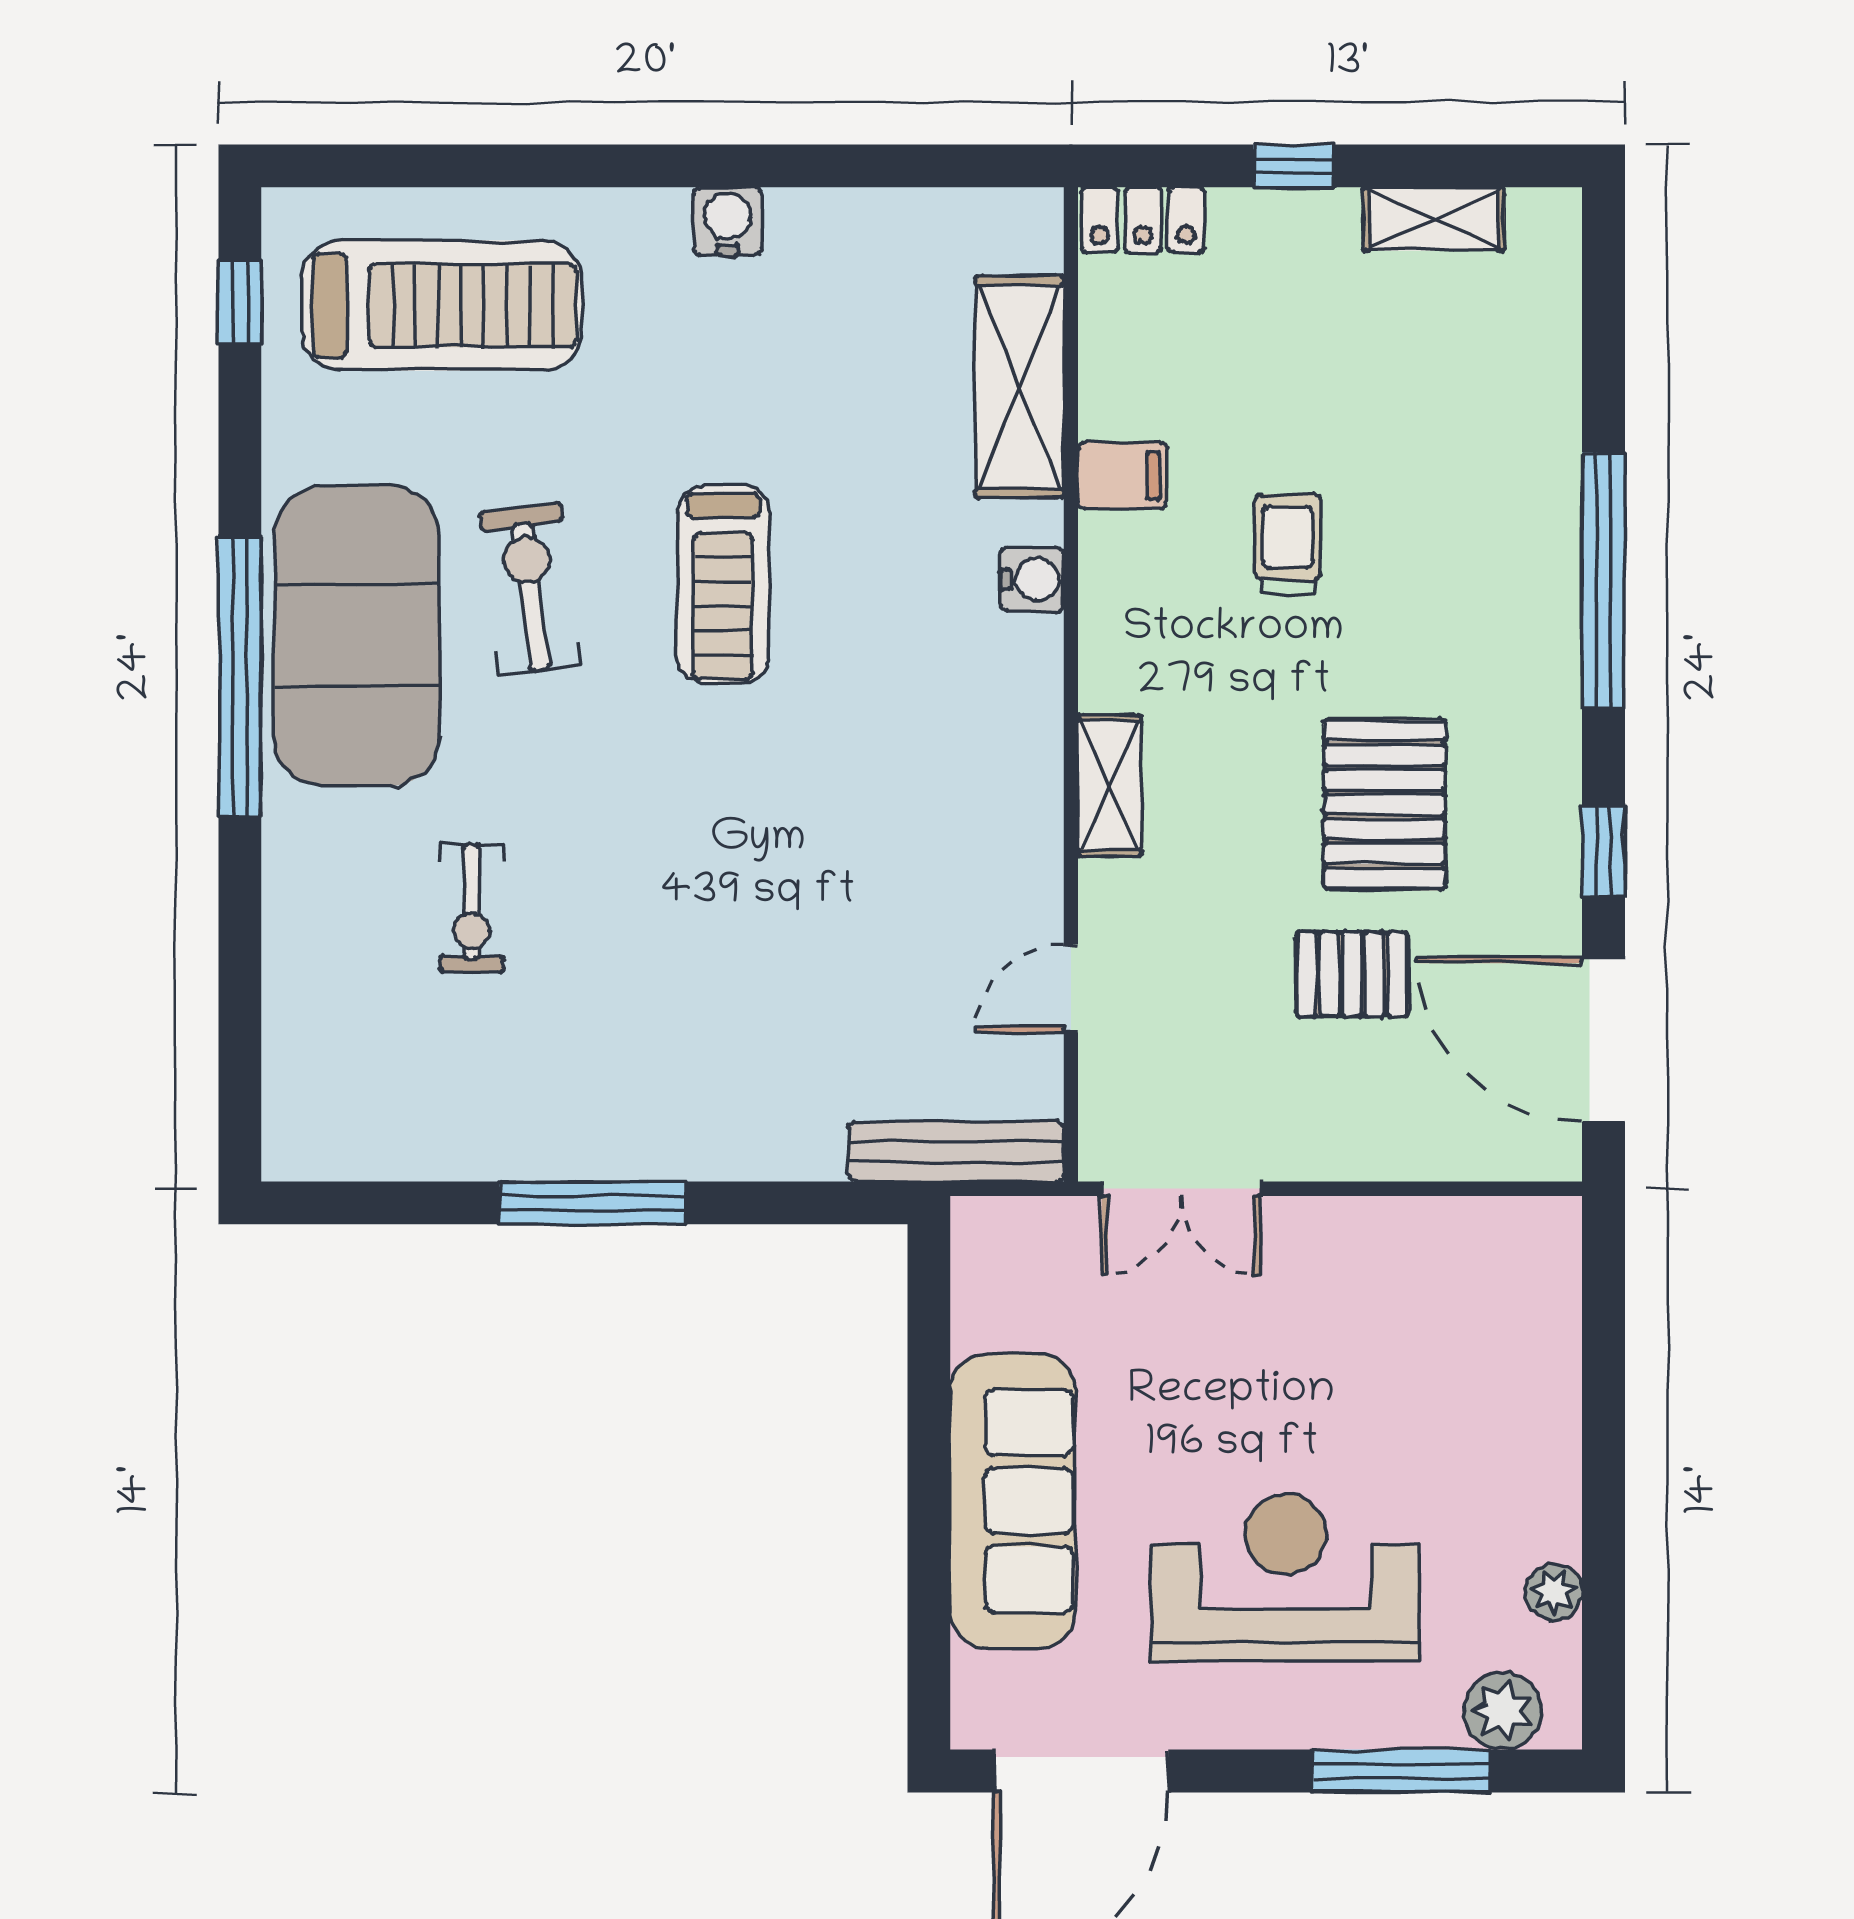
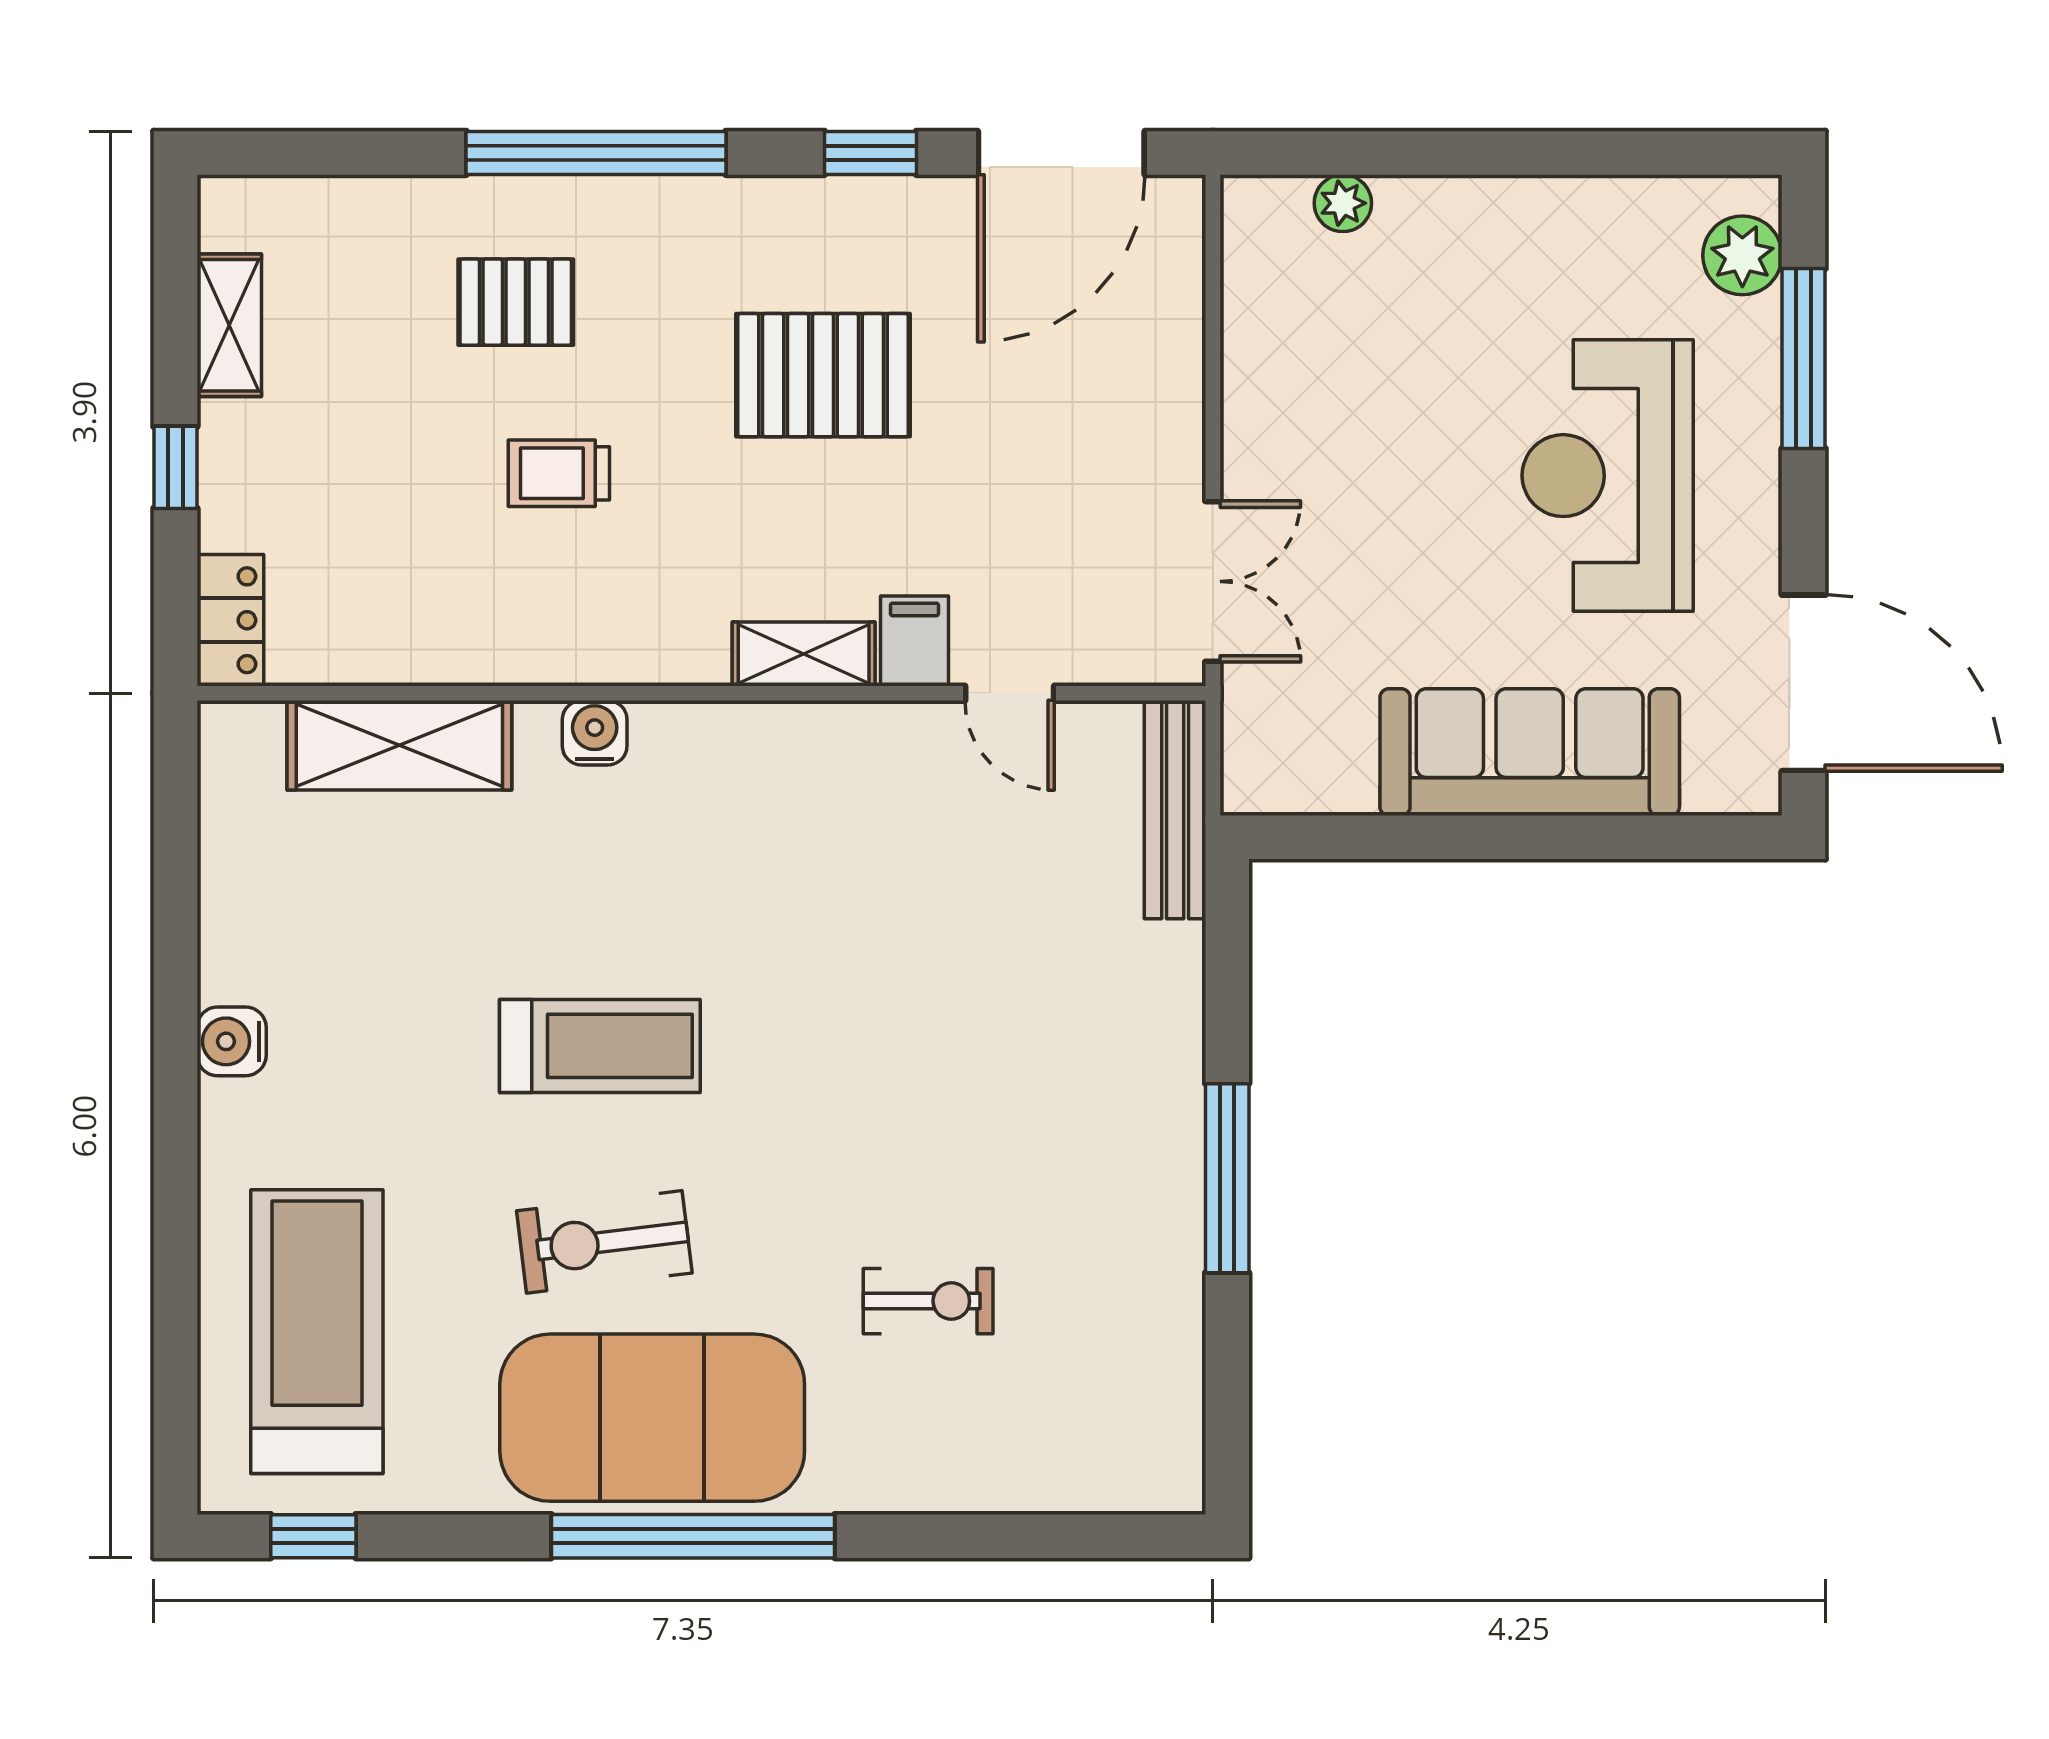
filing cabinet: (1122, 475) -> (914, 641), moved
pallet: (1352, 974) -> (516, 302), moved, turned 90
plant: (1554, 1592) -> (1343, 203), moved

